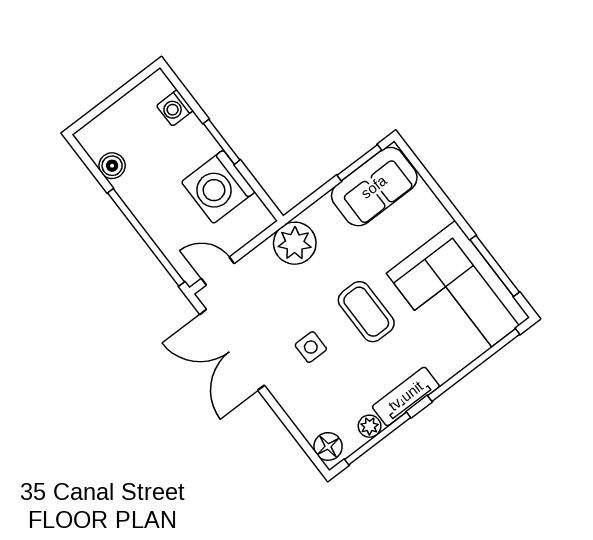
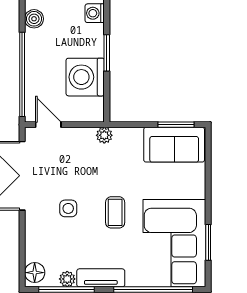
plant: (295, 243) -> (104, 135), width x0.53, depth x0.53
window: (495, 266) -> (208, 242), width x0.69
coffee table: (366, 312) -> (115, 212), width x0.73, depth x0.77

